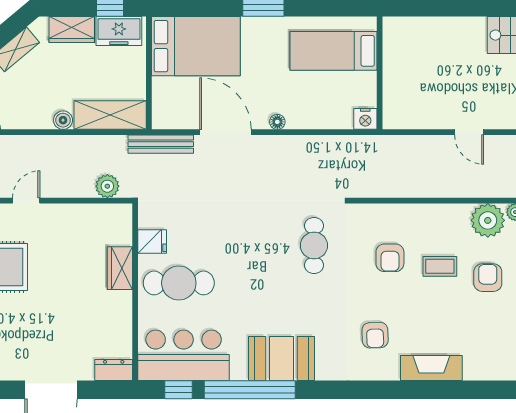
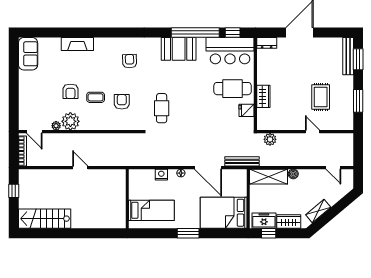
nightstand: (365, 119) -> (161, 175), moved
door: (26, 201) -> (313, 132), swing flipped
fireplace: (431, 368) -> (77, 44), moved

